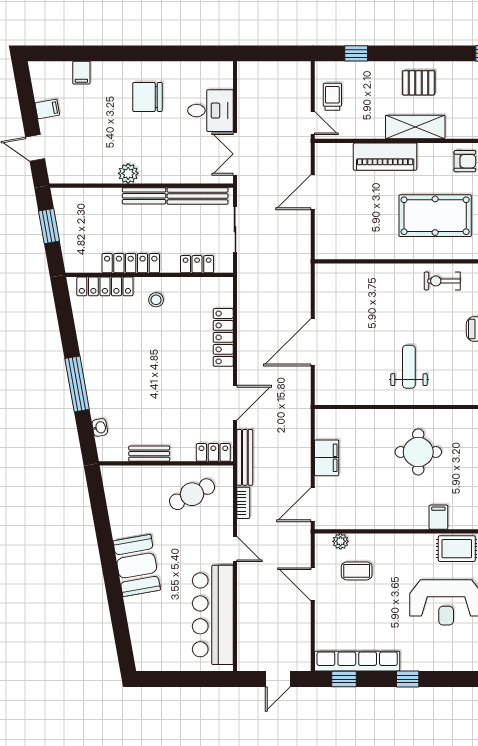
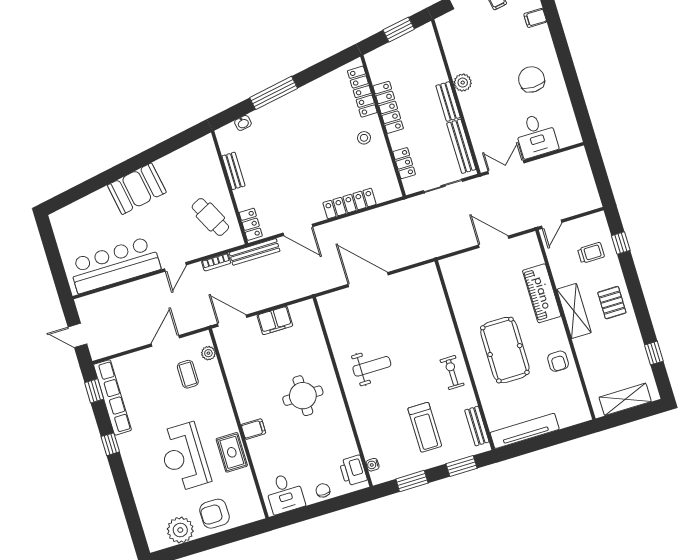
trolley: (332, 97) -> (591, 253), moved

